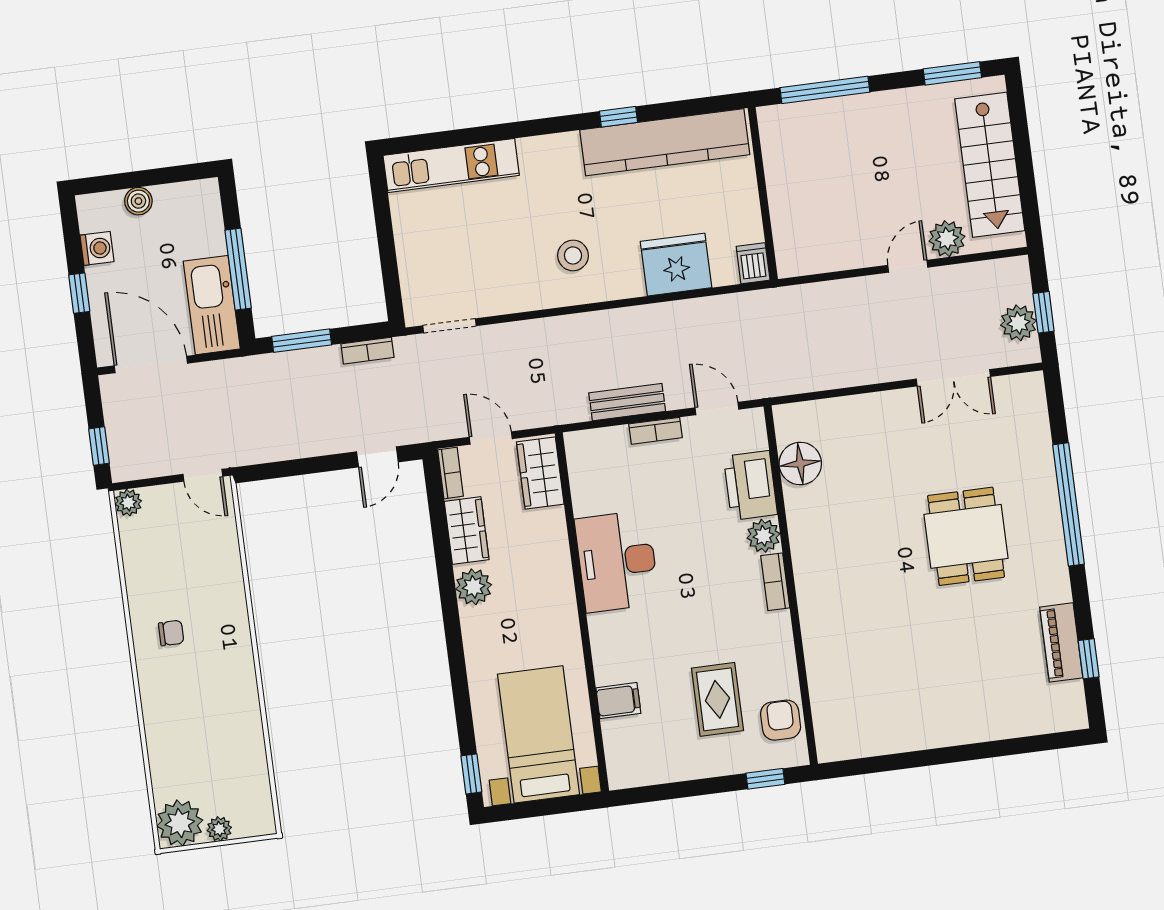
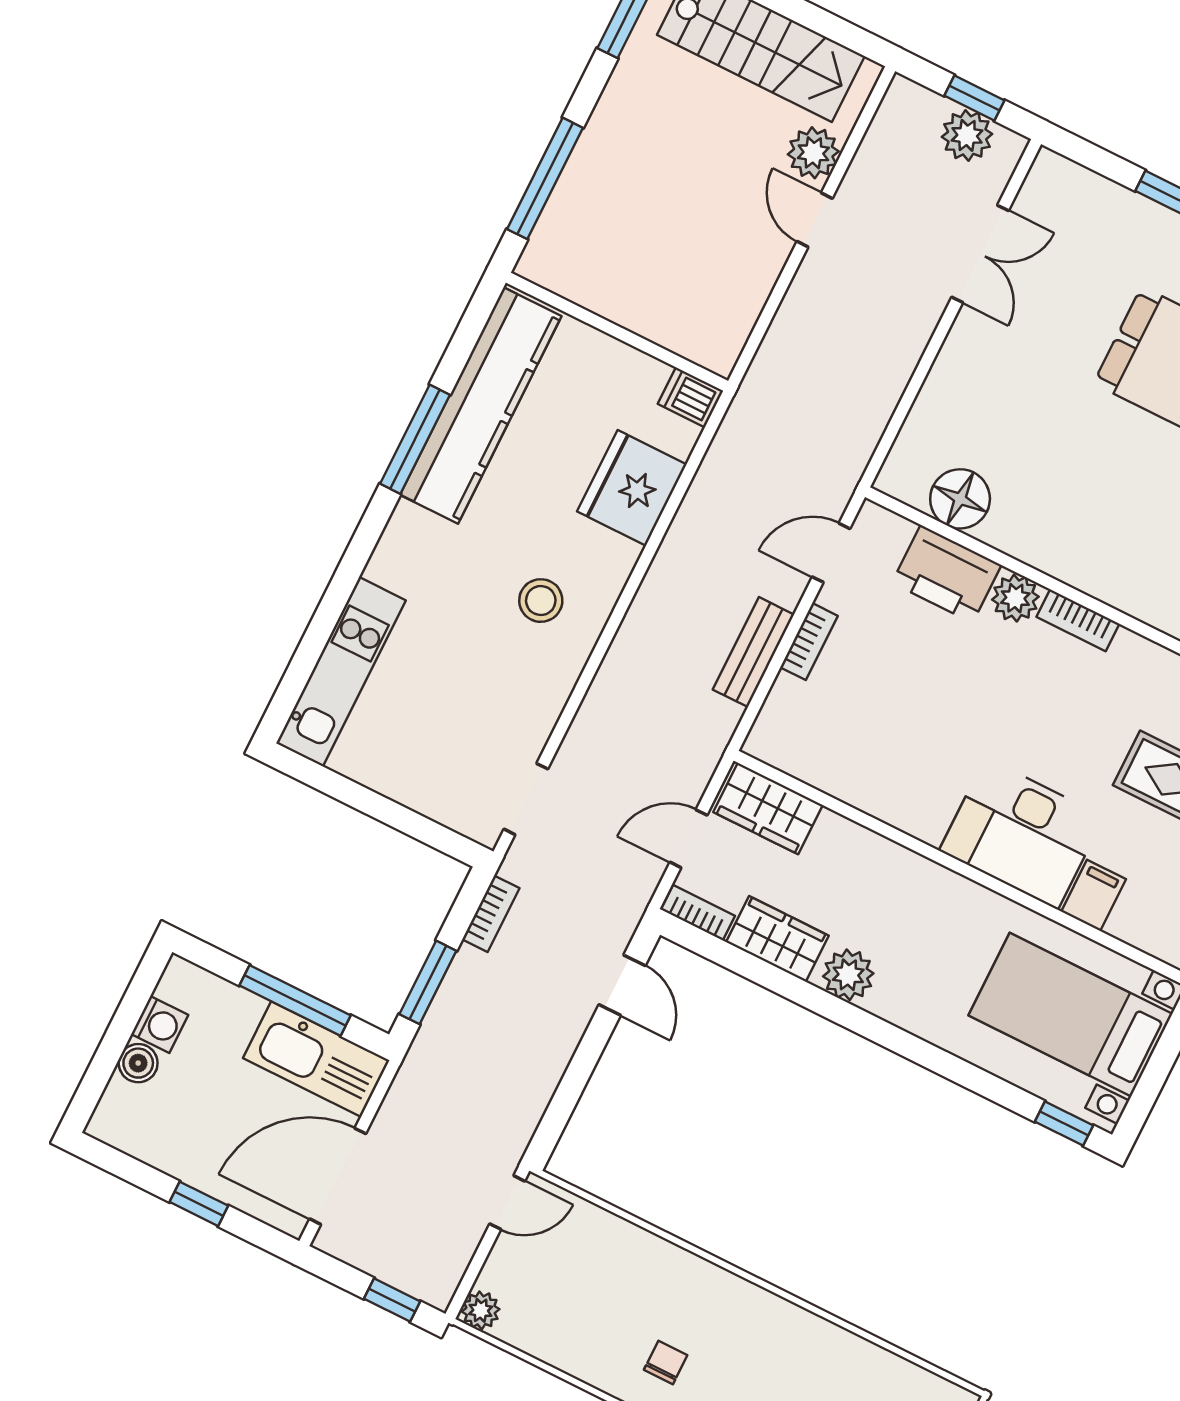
window: (619, 117) -> (415, 439), width x2.17
washing machine: (97, 248) -> (160, 1024), moved, turned 90
desk: (617, 561) -> (1022, 834), moved

